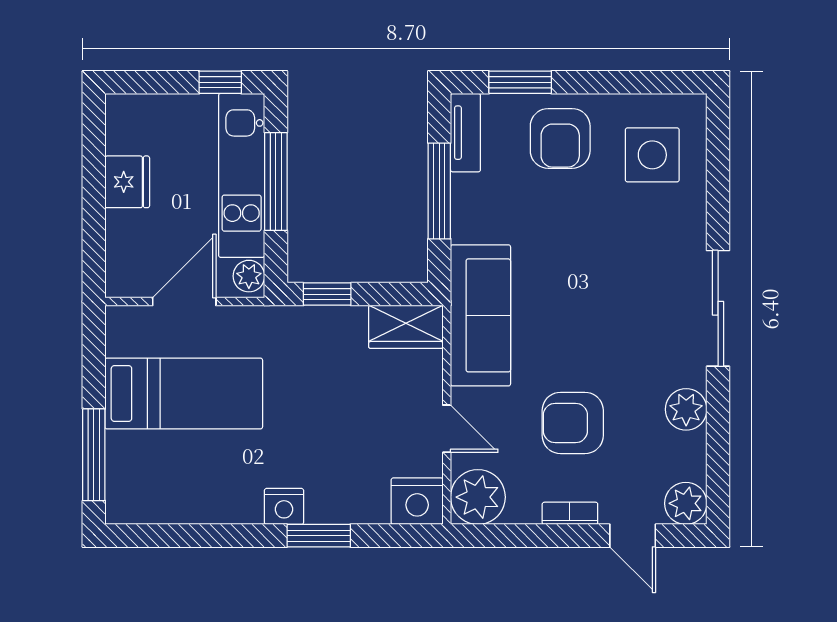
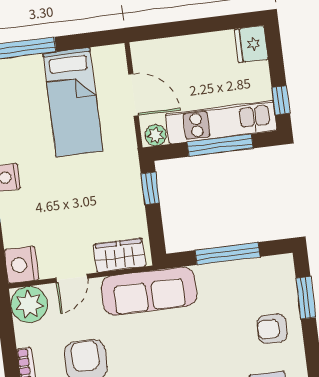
tv unit: (465, 133) -> (268, 266), removed
armchair: (560, 138) -> (272, 329), width x0.72, depth x0.72
fridge: (127, 182) -> (251, 44), moved, turned 90
wardrobe: (406, 327) -> (120, 255), moved, turned 90

